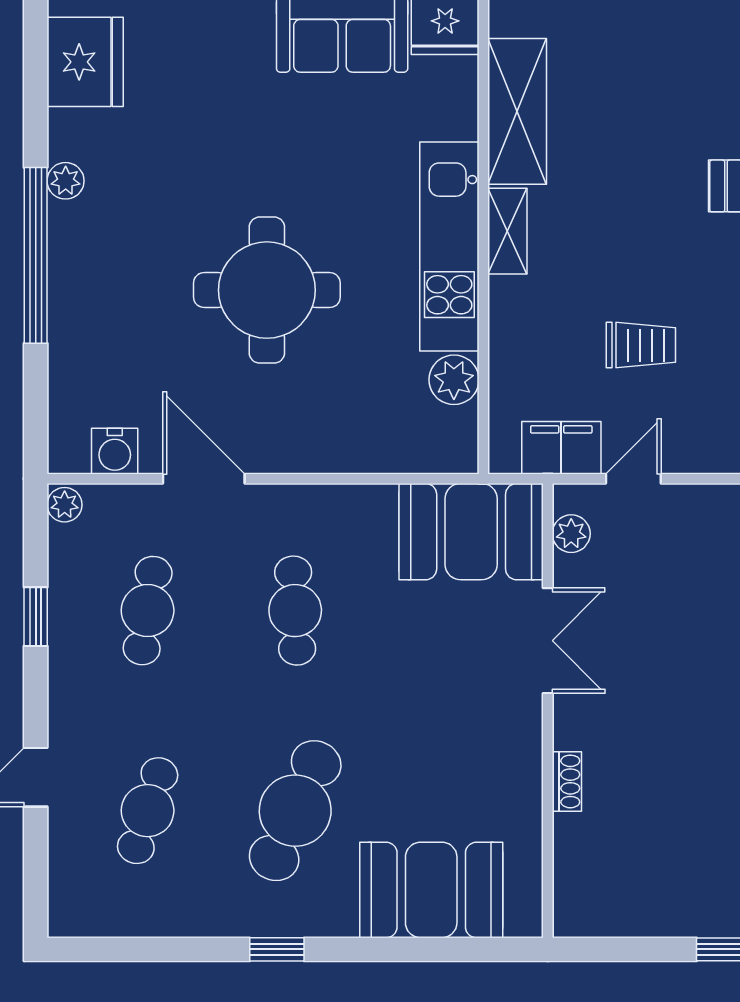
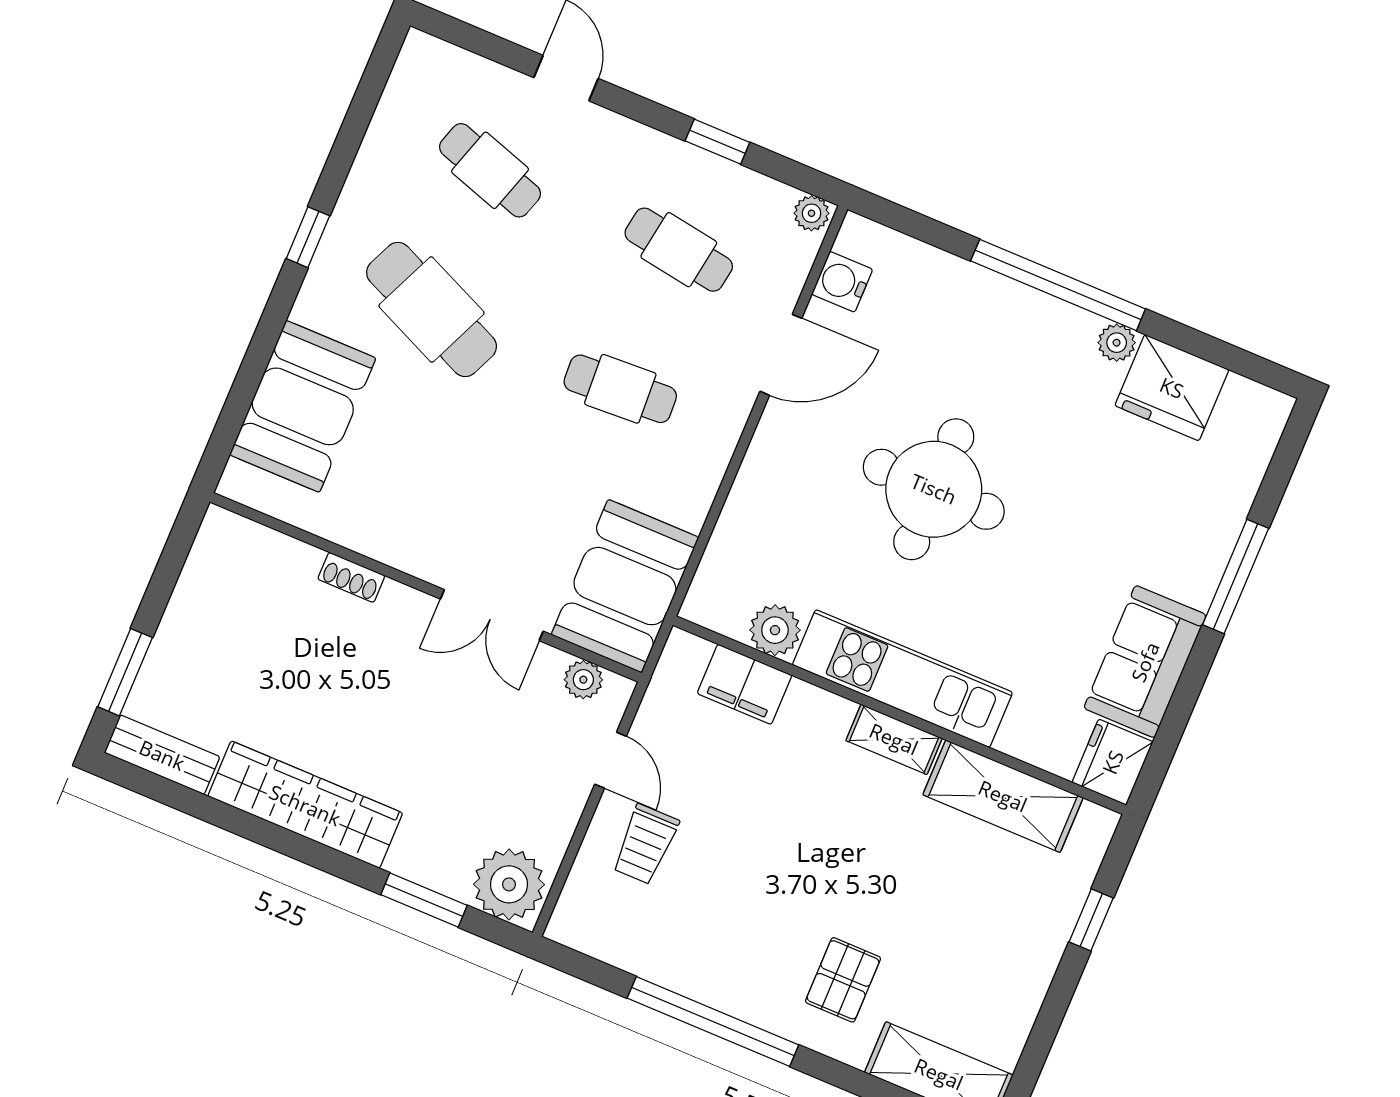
fridge: (85, 62) -> (1172, 388), moved
trolley: (641, 345) -> (645, 844), moved
filing cabinet: (561, 448) -> (745, 684), moved, turned 90

